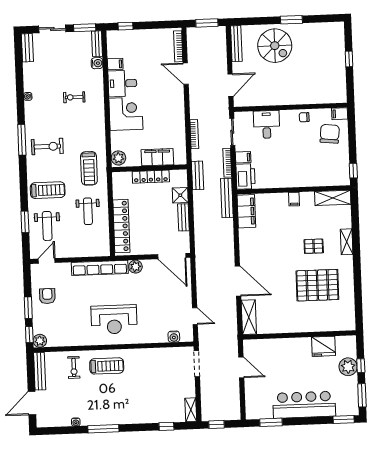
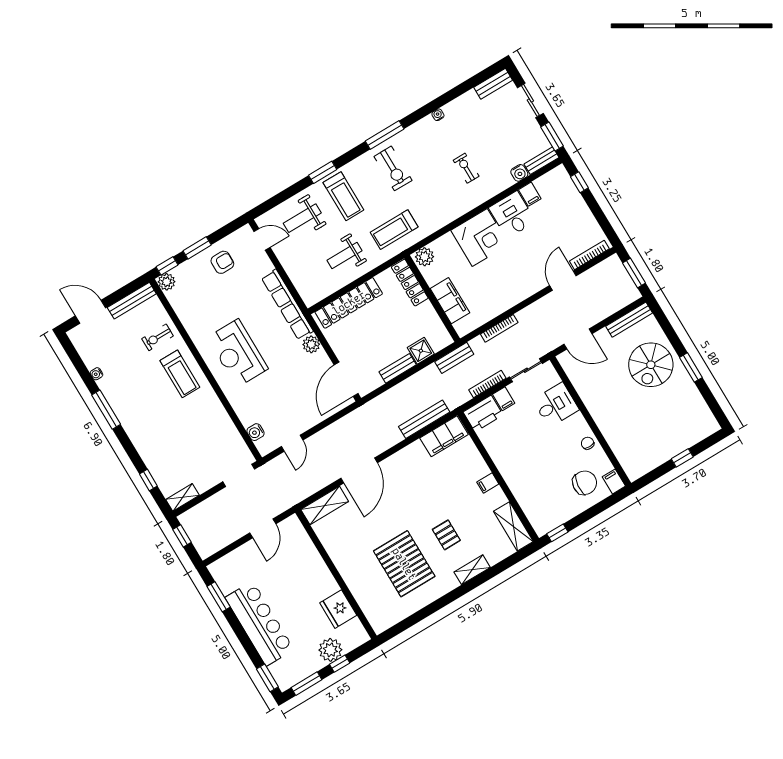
locker: (151, 177) -> (410, 283), moved
bench: (227, 198) -> (424, 419), moved
window: (25, 222) -> (323, 172), moved

